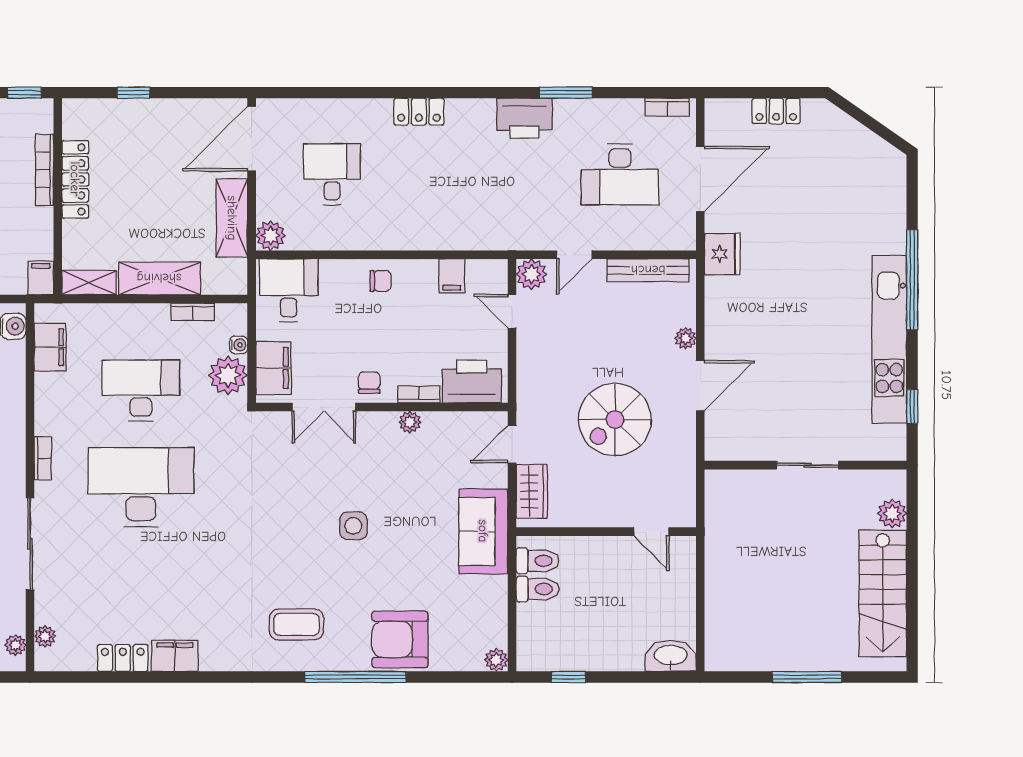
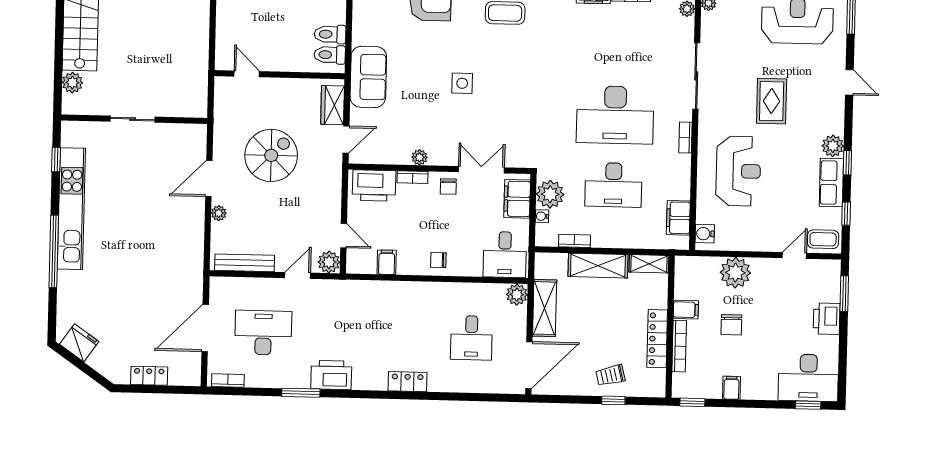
trolley: (139, 127) -> (610, 375), added
fridge: (722, 254) -> (79, 343), moved, turned 125
filing cabinet: (41, 278) -> (686, 310), moved, turned -90

